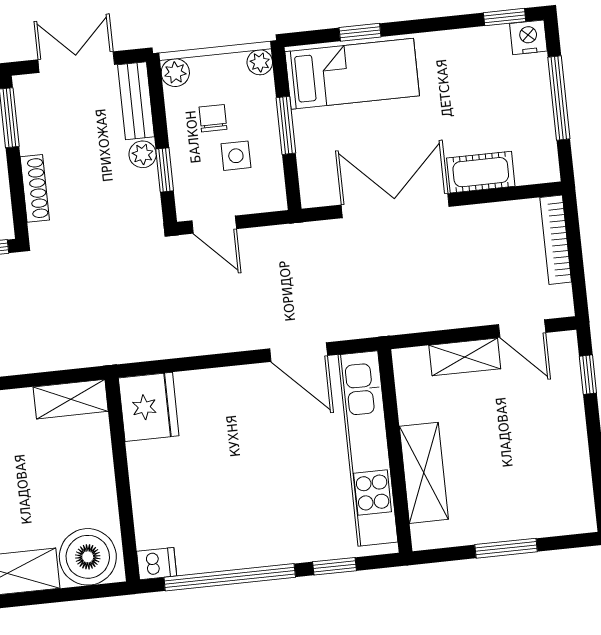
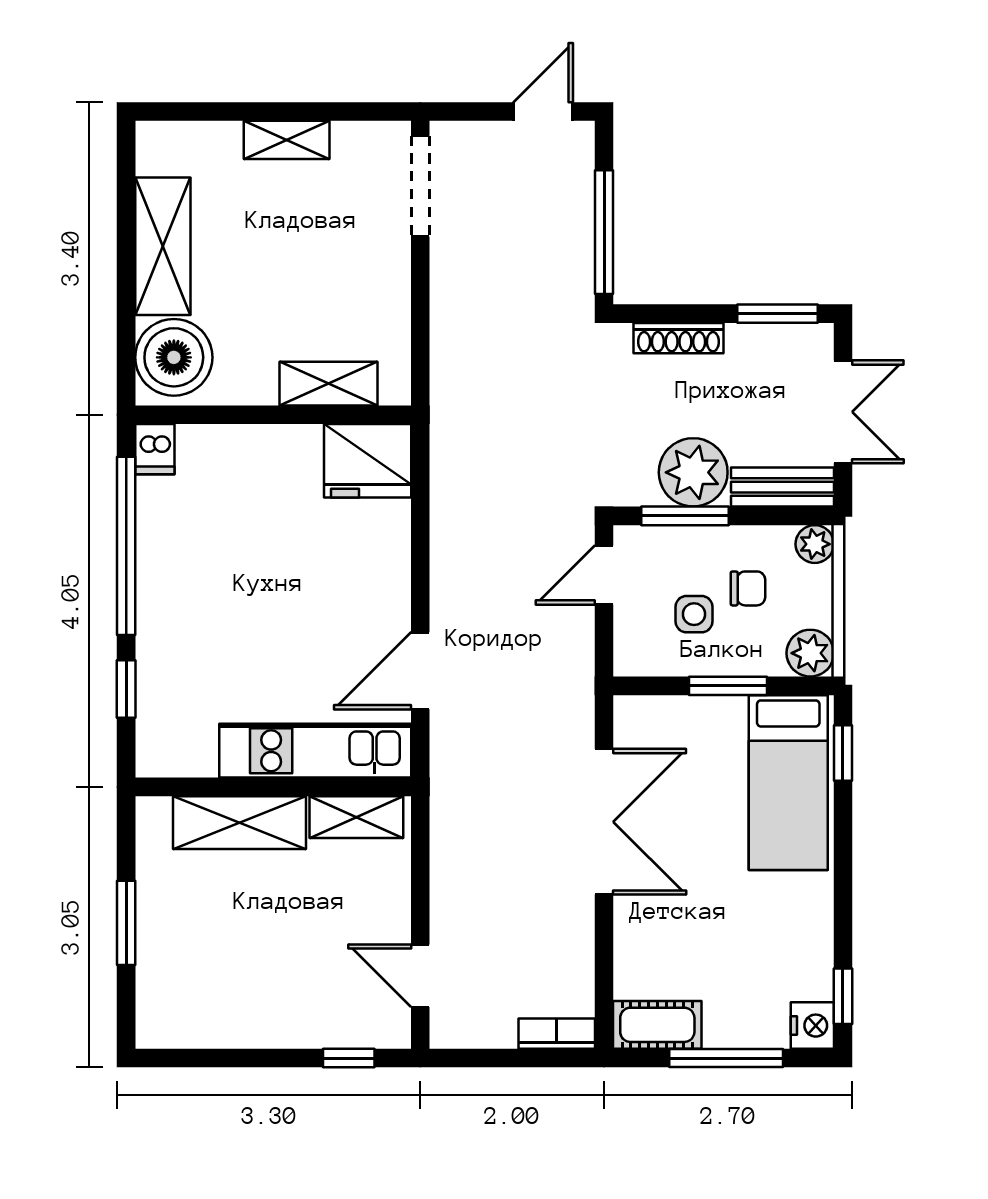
window: (360, 32) -> (843, 753), moved
plant: (260, 62) -> (810, 653), width x1.38, depth x1.38
plant: (143, 154) -> (693, 472), width x1.88, depth x1.88
window: (165, 170) -> (685, 516), width x1.50
cot: (481, 172) -> (657, 1025), moved, turned 90
bookcase: (556, 240) -> (557, 1034), width x0.64
door: (522, 329) -> (420, 976), hinge flipped
shelving: (465, 357) -> (356, 817), moved, turned 90
shelving: (71, 399) -> (329, 384), moved, turned 90
kitchen unit: (368, 448) -> (315, 751), width x0.73

